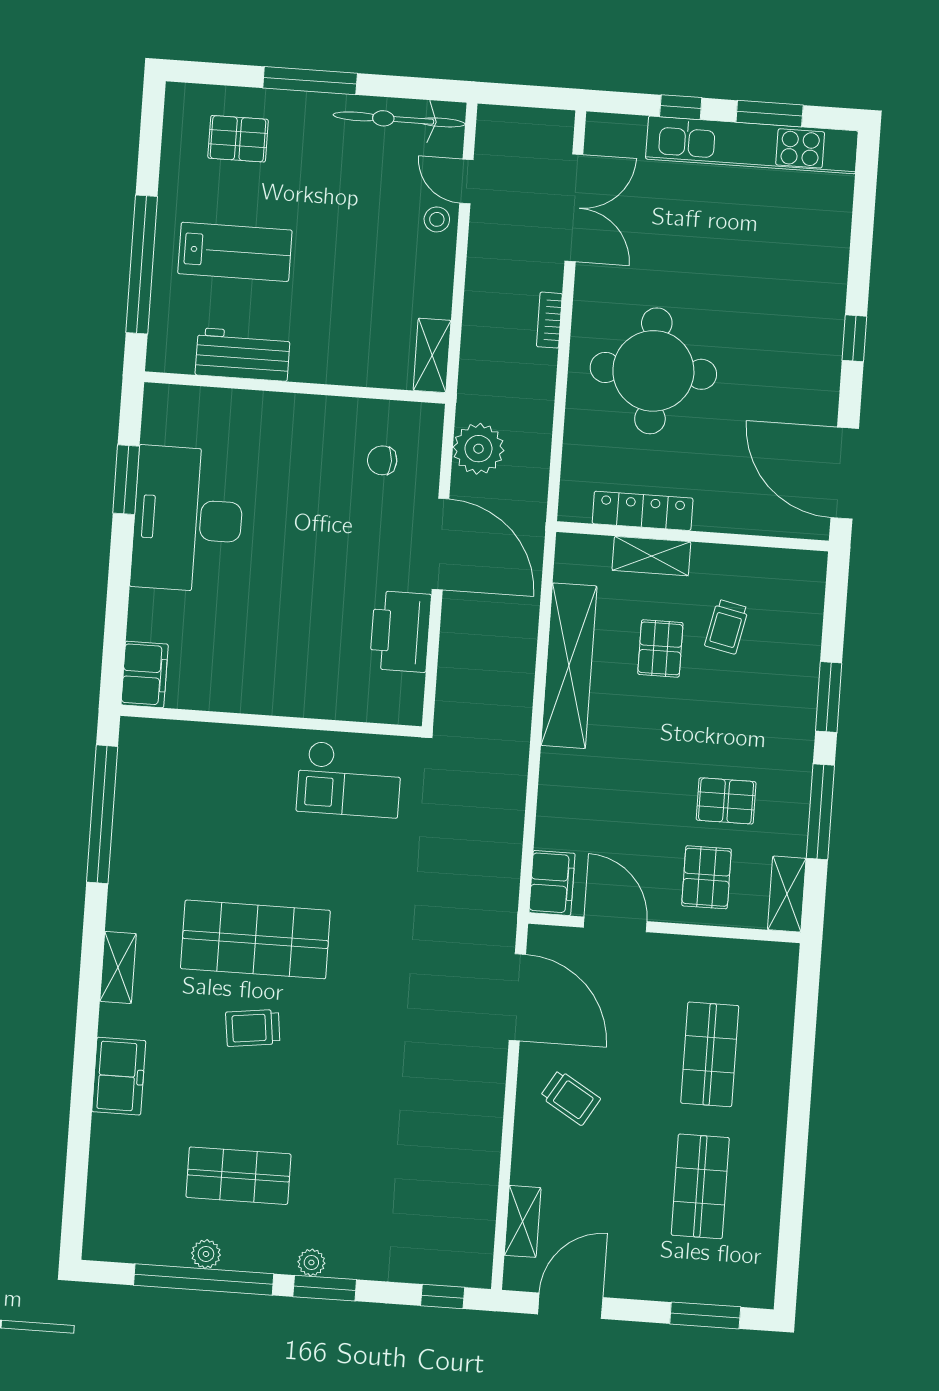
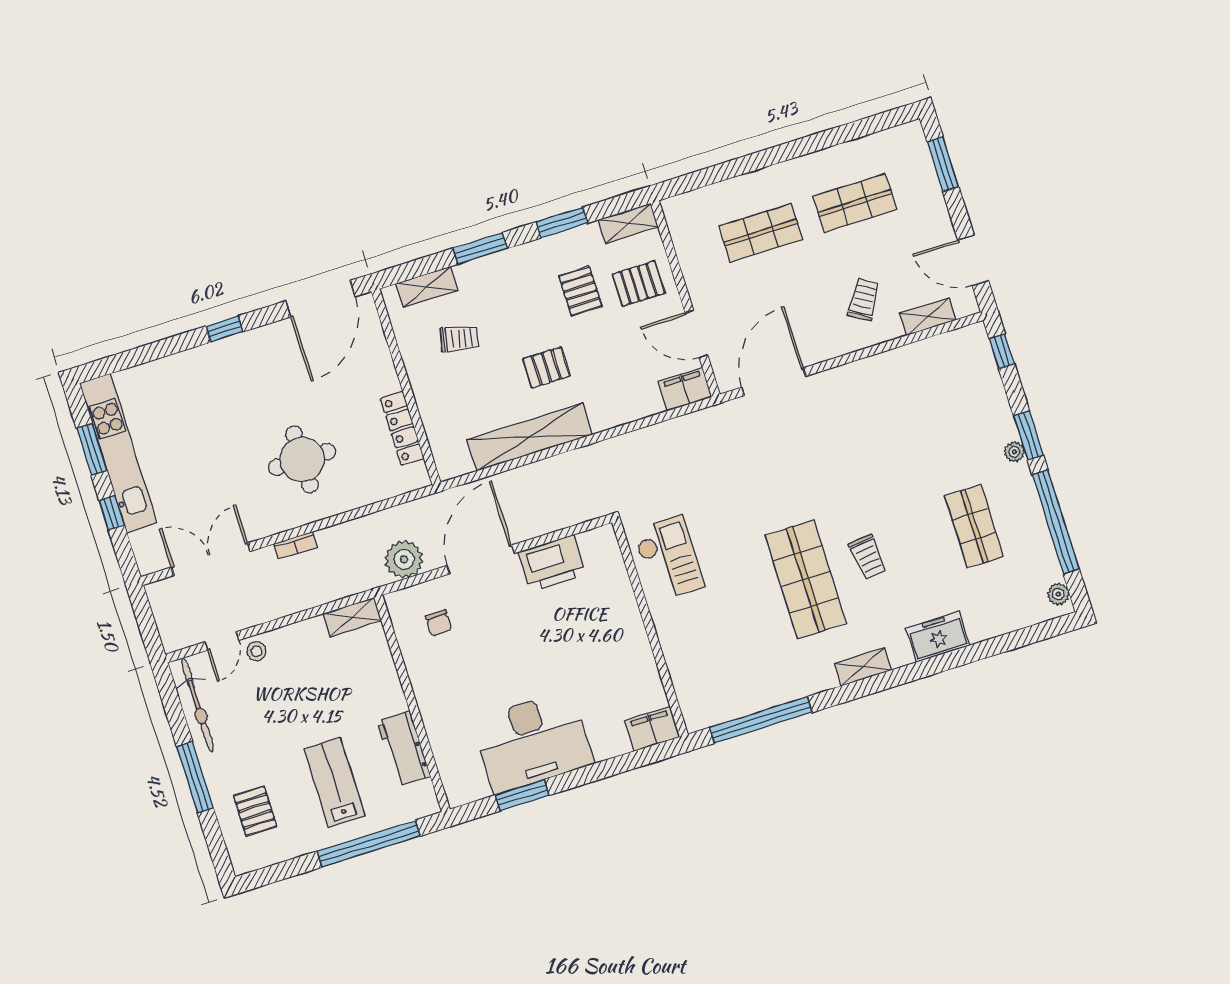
round table: (653, 371) -> (302, 459), width x0.73, depth x0.73
shelving: (651, 556) -> (427, 287), moved, turned 90
pallet: (660, 648) -> (546, 368), moved
window: (820, 812) -> (562, 223), width x0.69
door: (615, 924) -> (696, 334), hinge flipped
trolley: (570, 1098) -> (864, 299), moved
plant: (206, 1254) -> (1058, 594), moved

